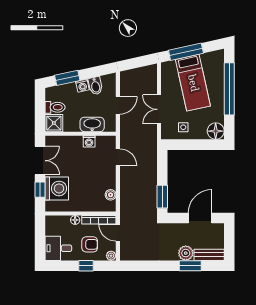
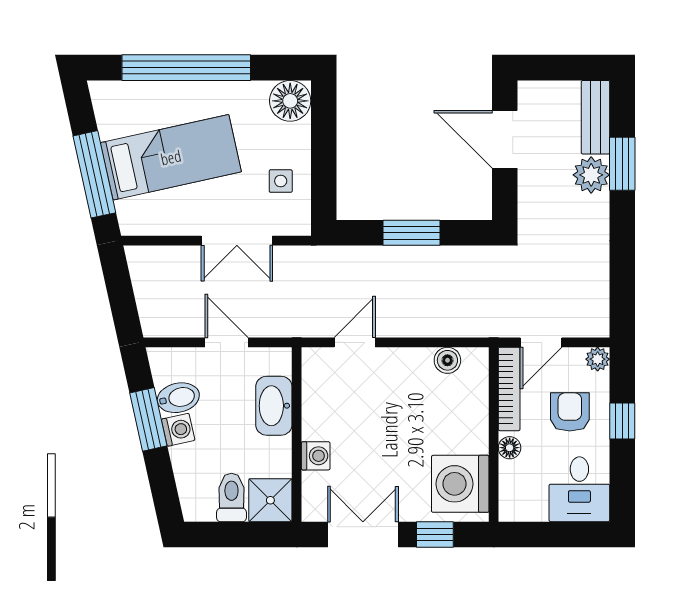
window: (67, 78) -> (148, 419), moved
washing machine: (89, 141) -> (316, 456), moved
washing machine: (57, 188) -> (460, 484), moved, turned -90
window: (162, 197) -> (412, 233), moved

